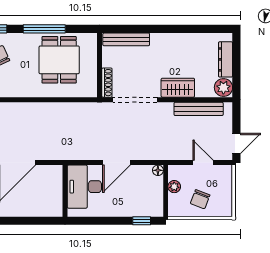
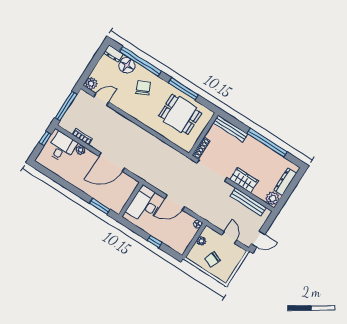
window: (177, 29) -> (267, 143), added
dining table: (59, 60) -> (180, 114), turned 90
window: (35, 221) -> (100, 206), added
window: (142, 221) -> (155, 241), moved

